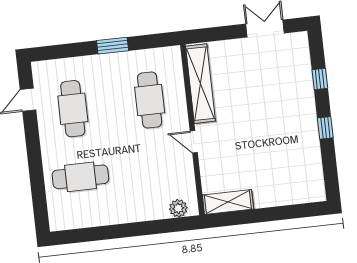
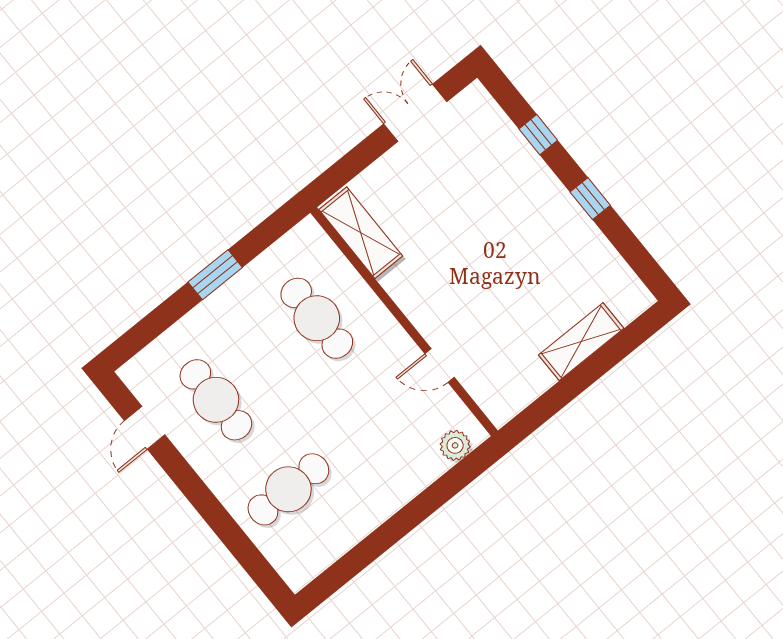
shelving: (200, 84) -> (361, 233), width x0.68
door: (194, 142) -> (440, 366), moved
shelving: (228, 202) -> (581, 342), moved

